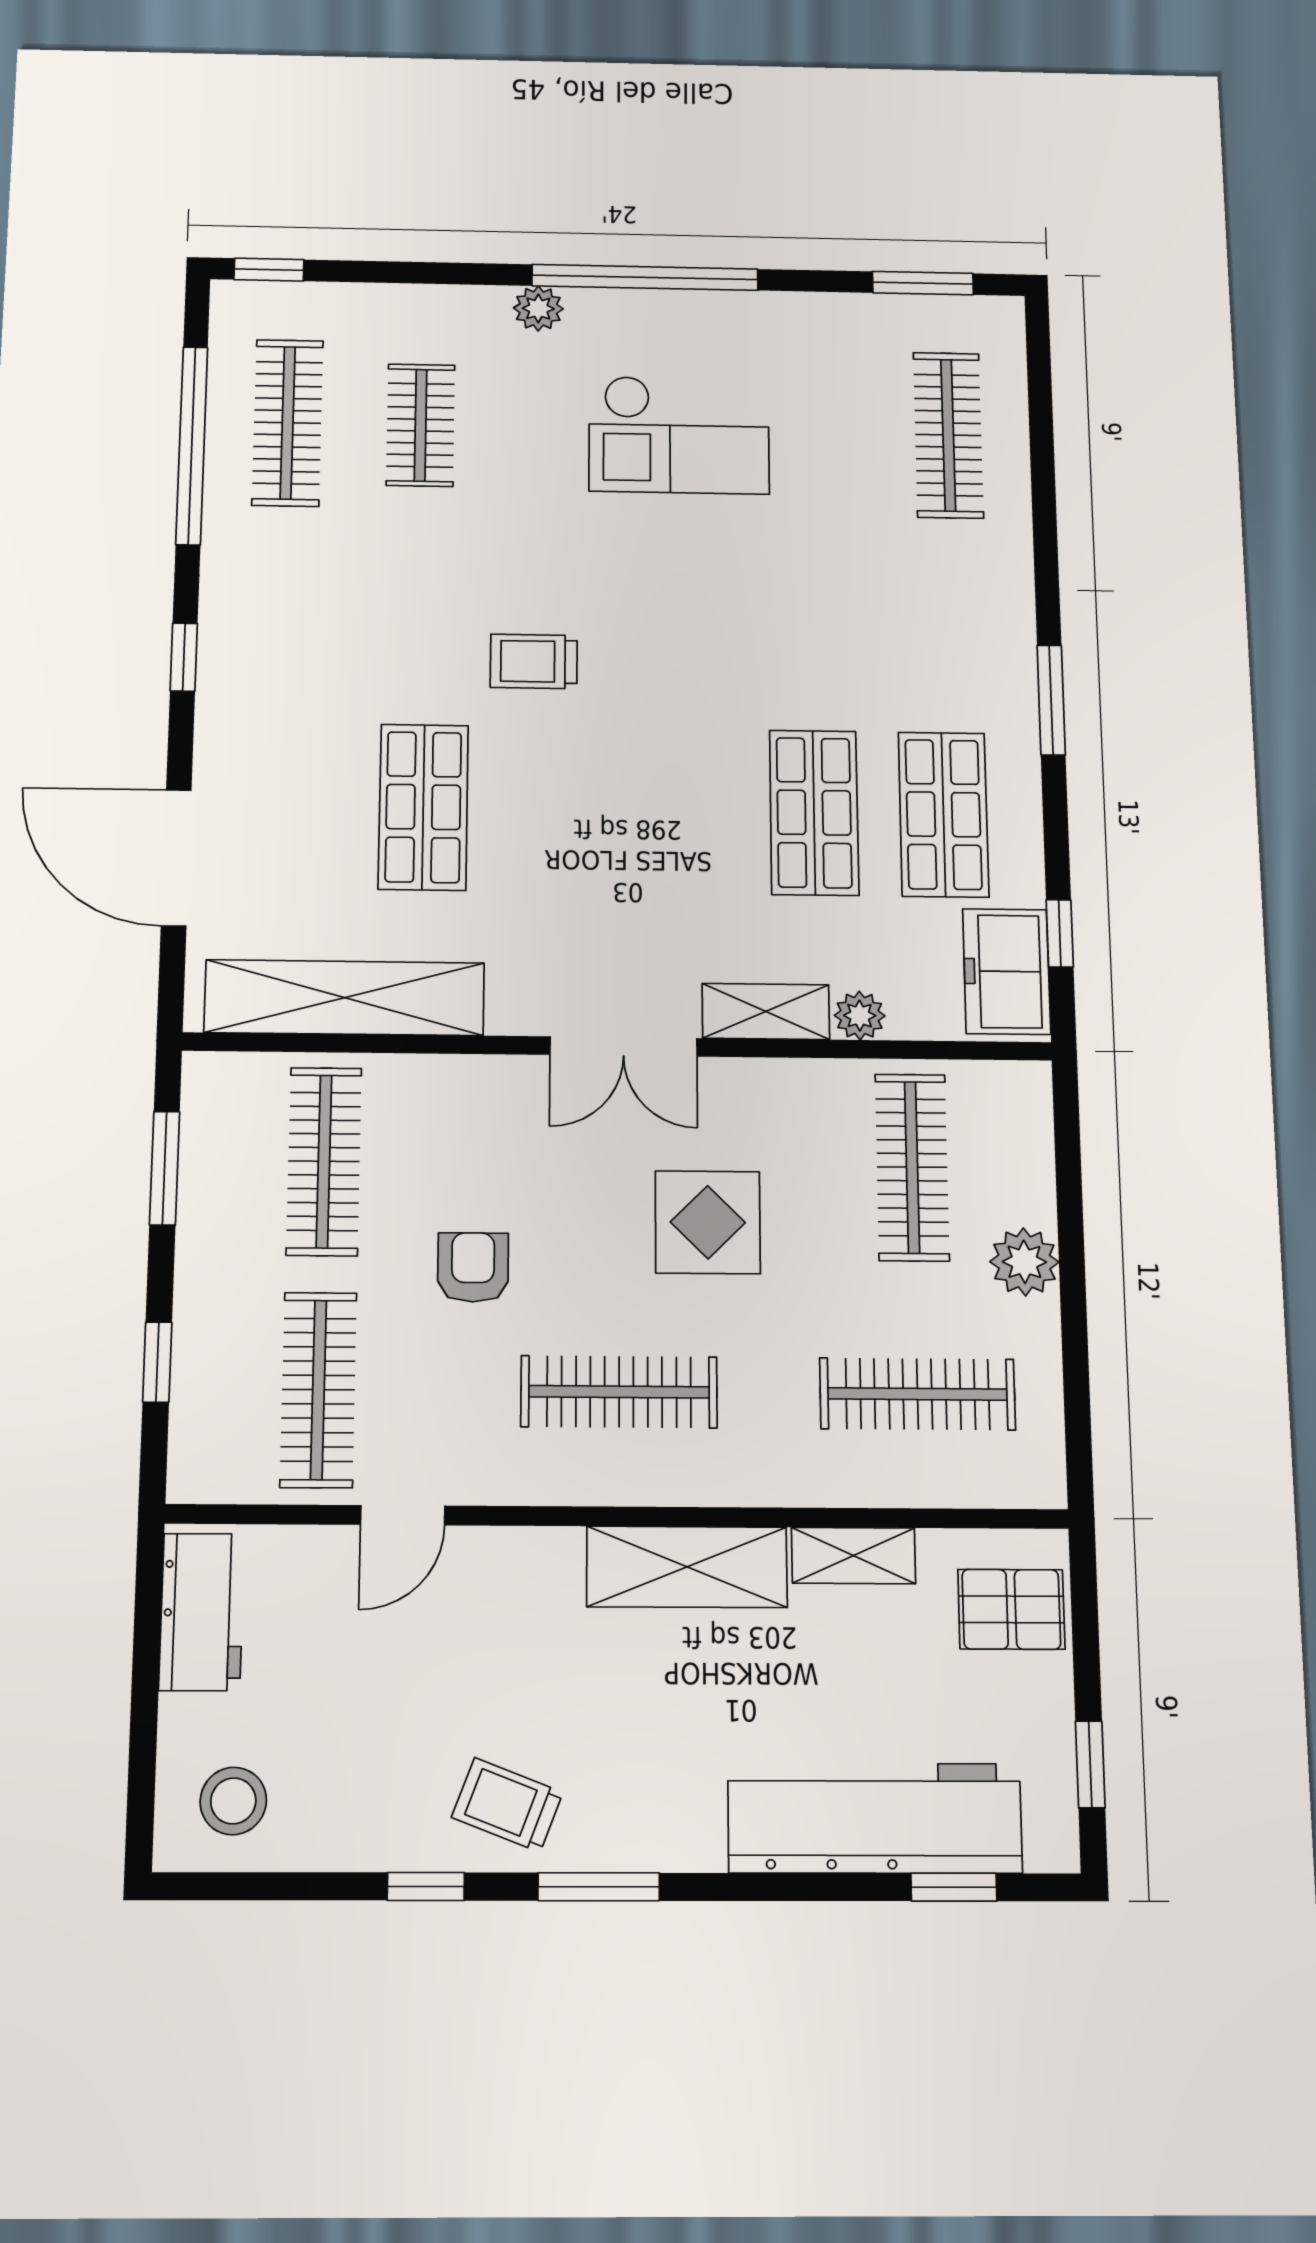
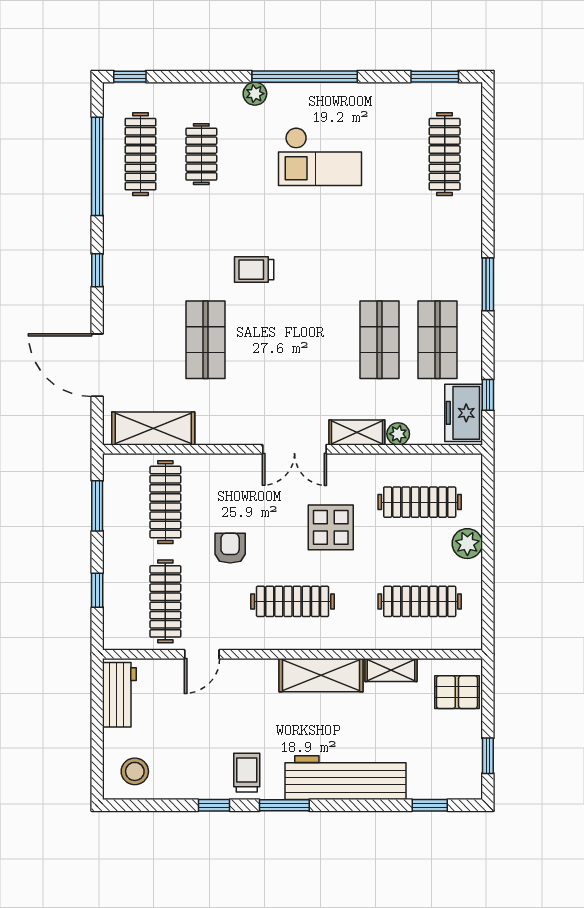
shelving: (344, 998) -> (153, 429), width x0.68
clothes rail: (912, 1167) -> (420, 502), turned 90
trolley: (507, 1805) -> (247, 773), turned 69
workbench: (875, 1818) -> (346, 778), moved

